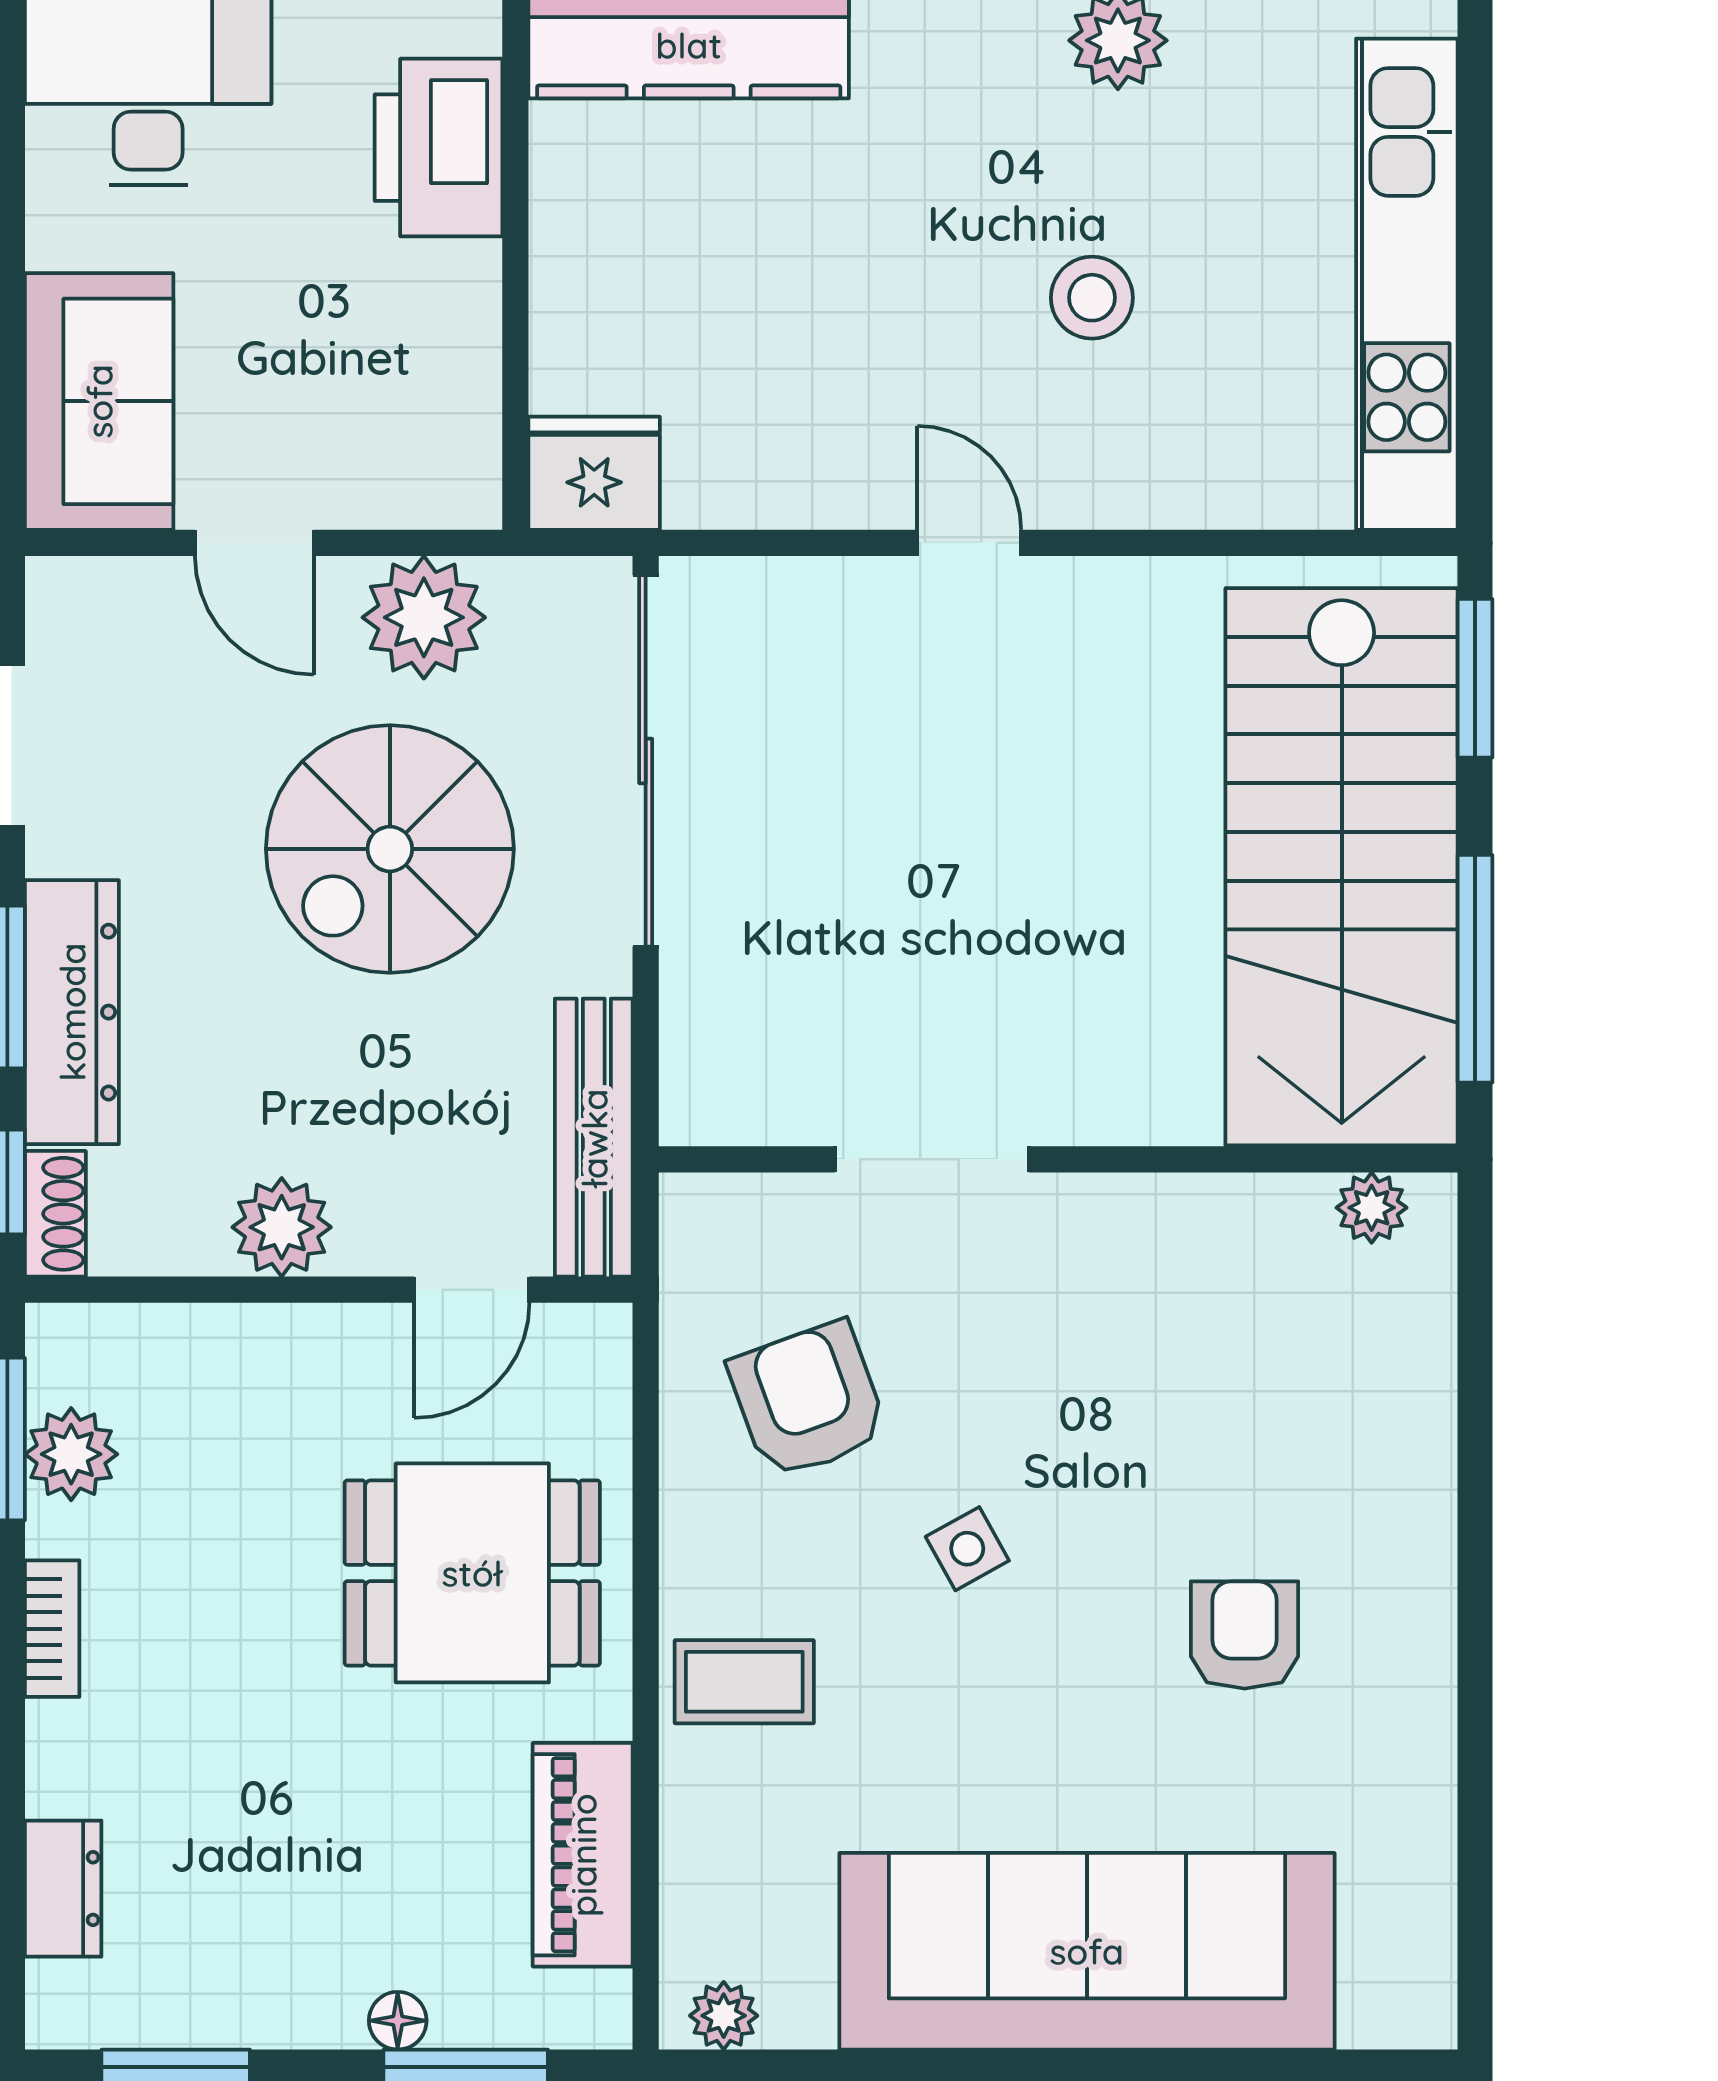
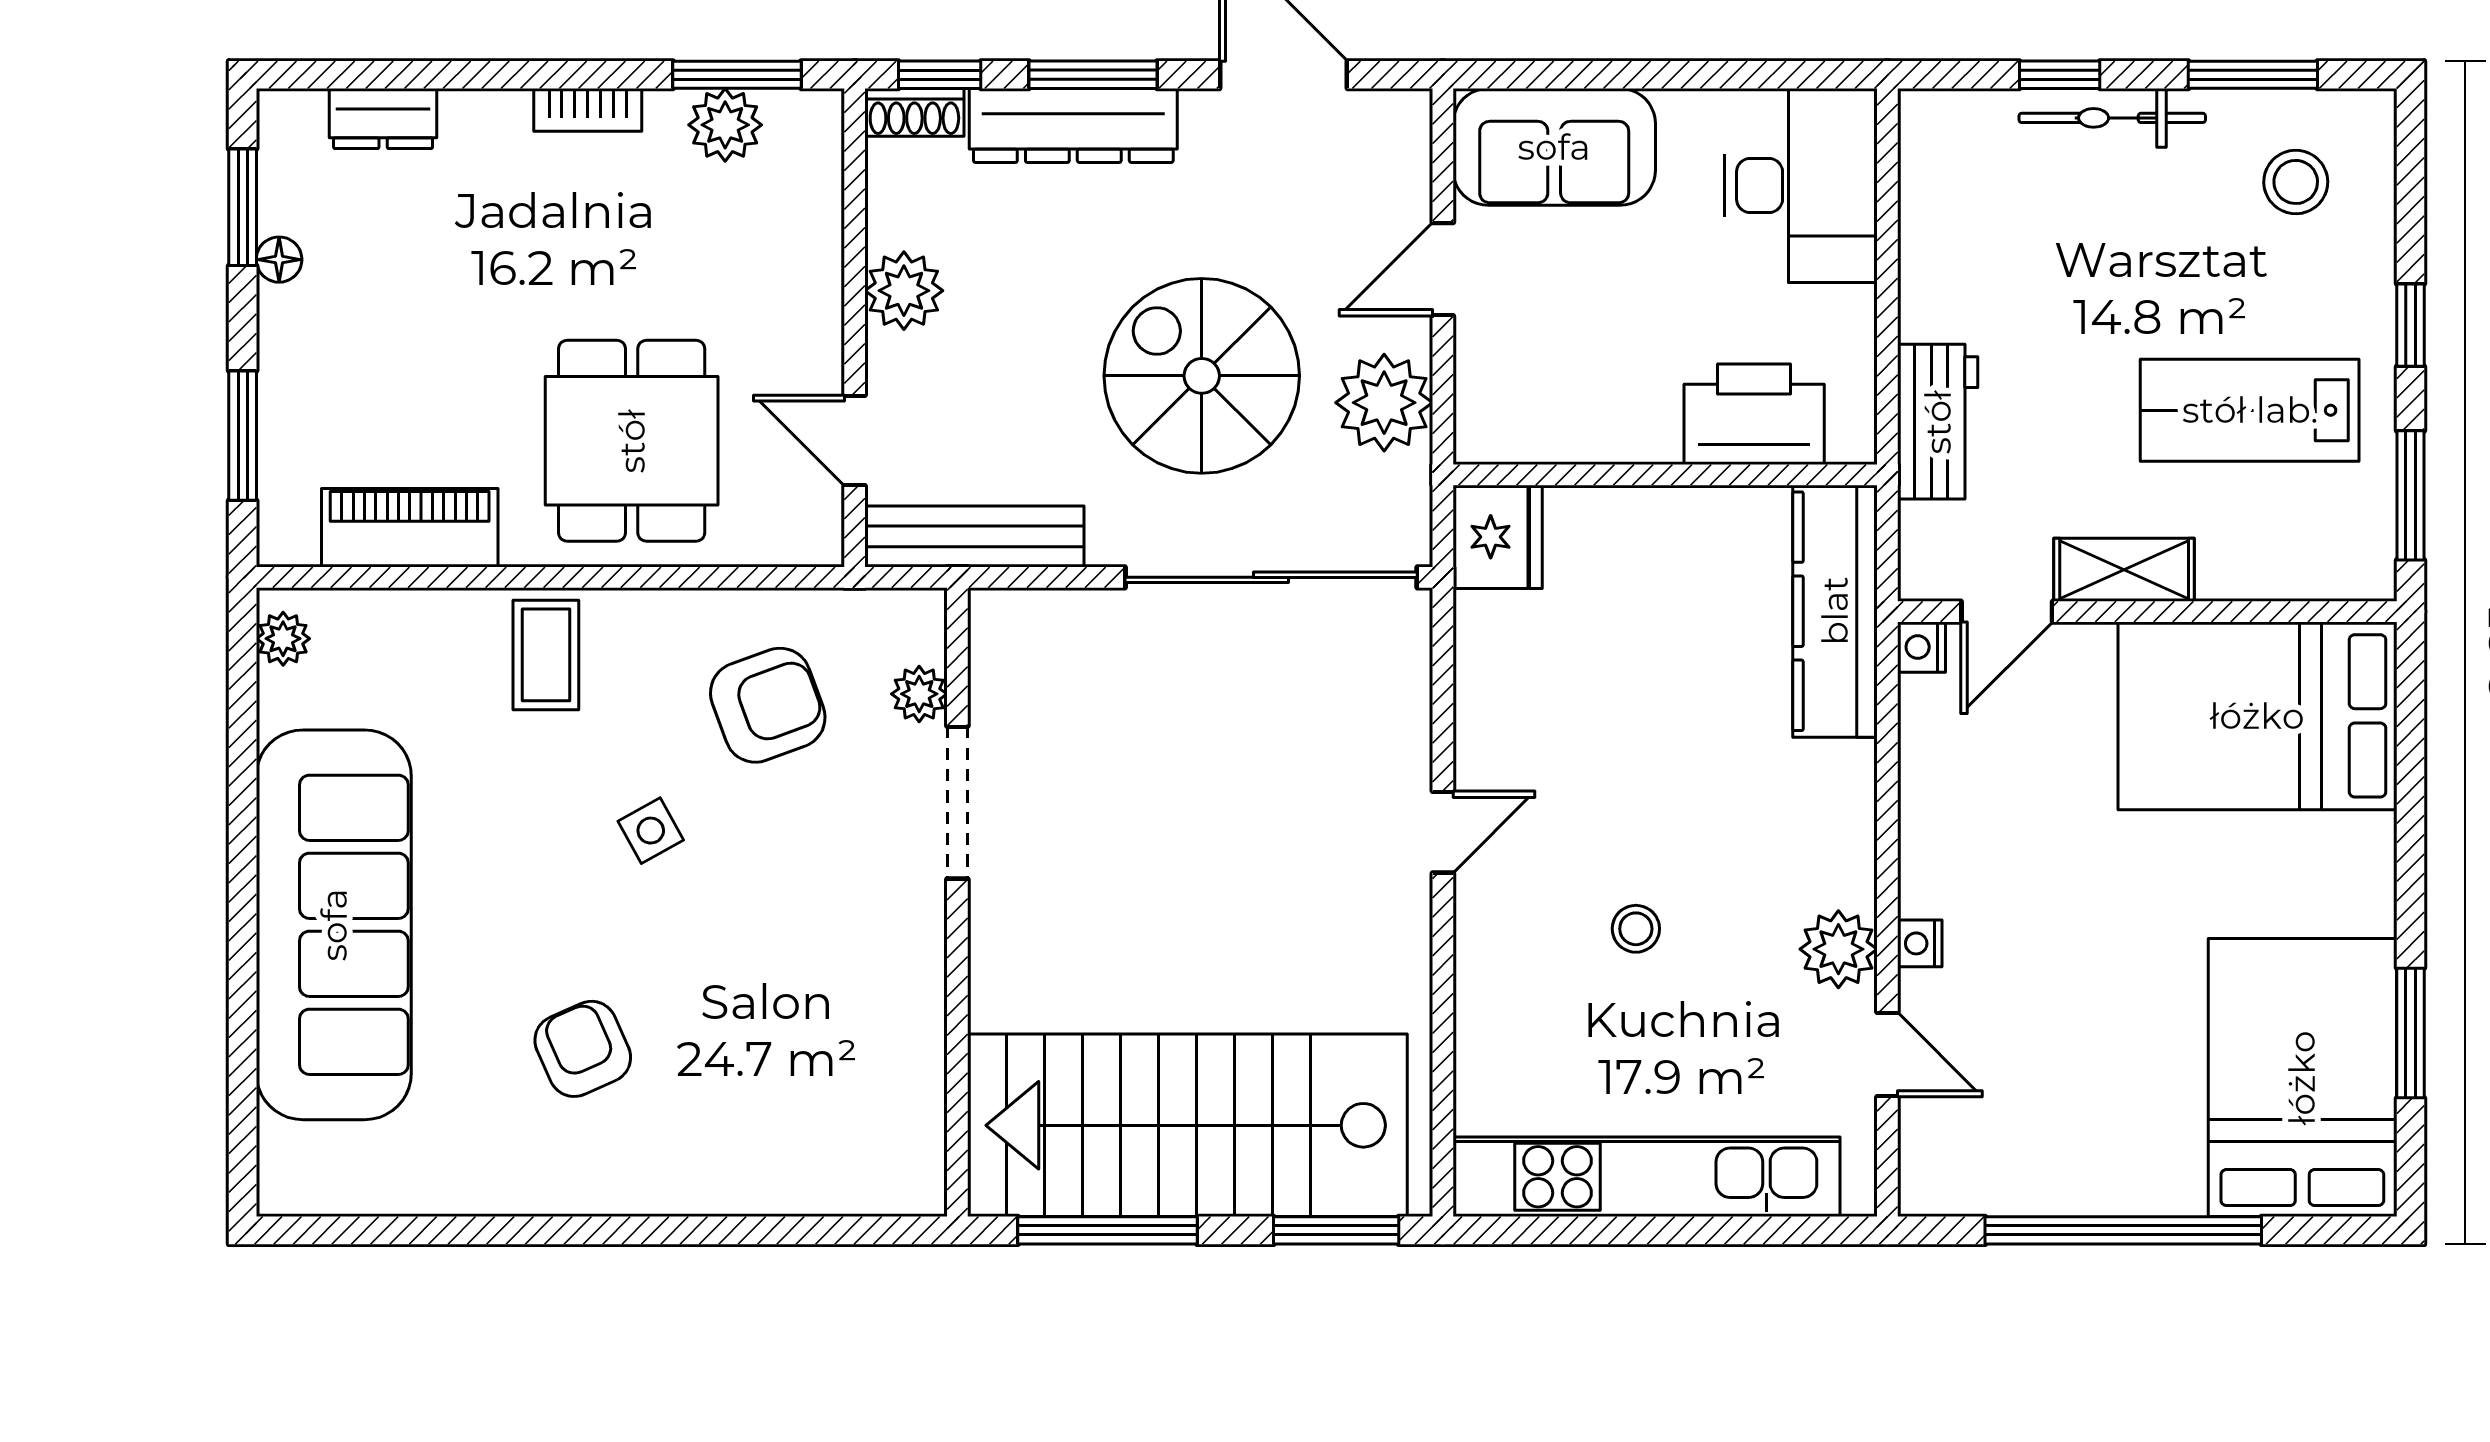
stool: (1092, 298) -> (1636, 929), width x0.73, depth x0.73
plant: (1372, 1208) -> (919, 694), moved
armchair: (1245, 1635) -> (583, 1049), turned -114
floor lamp: (398, 2021) -> (279, 260), moved

